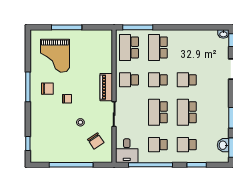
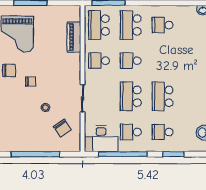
school desk: (187, 80) -> (163, 25), moved
piano: (106, 87) -> (74, 37), moved
desk: (127, 151) -> (101, 139), width x1.37

